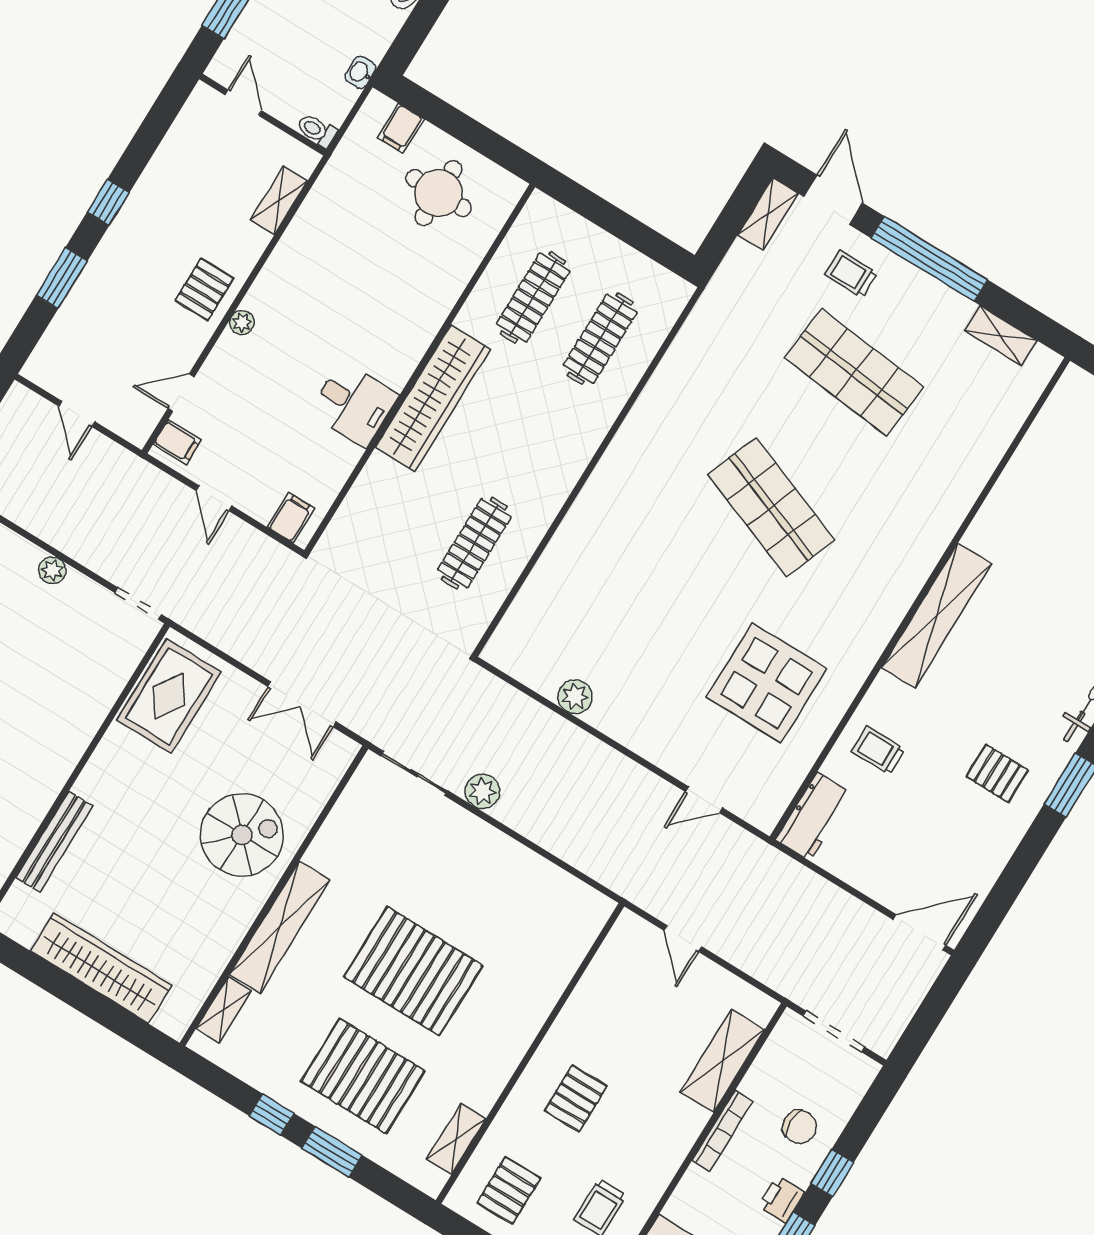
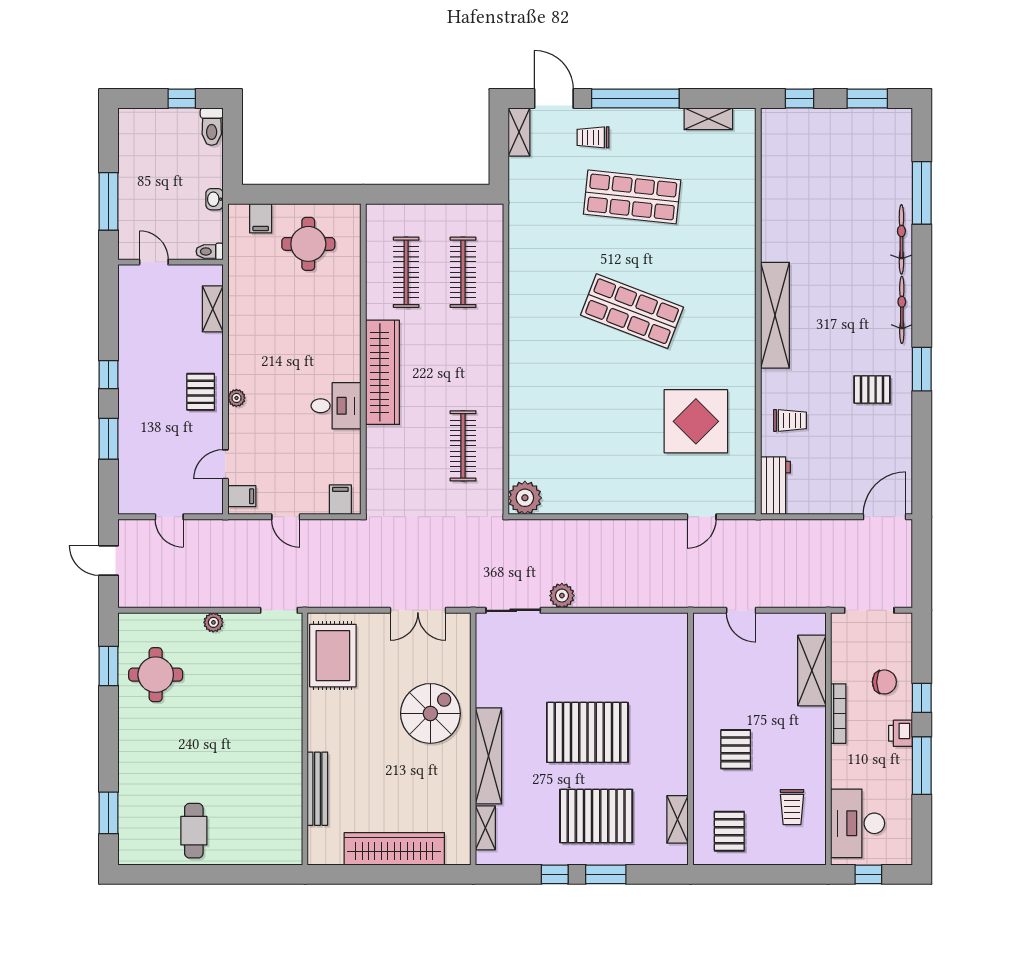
plant: (575, 697) -> (525, 498), moved, width x1.36, depth x1.36
trolley: (878, 750) -> (790, 420), turned 180

